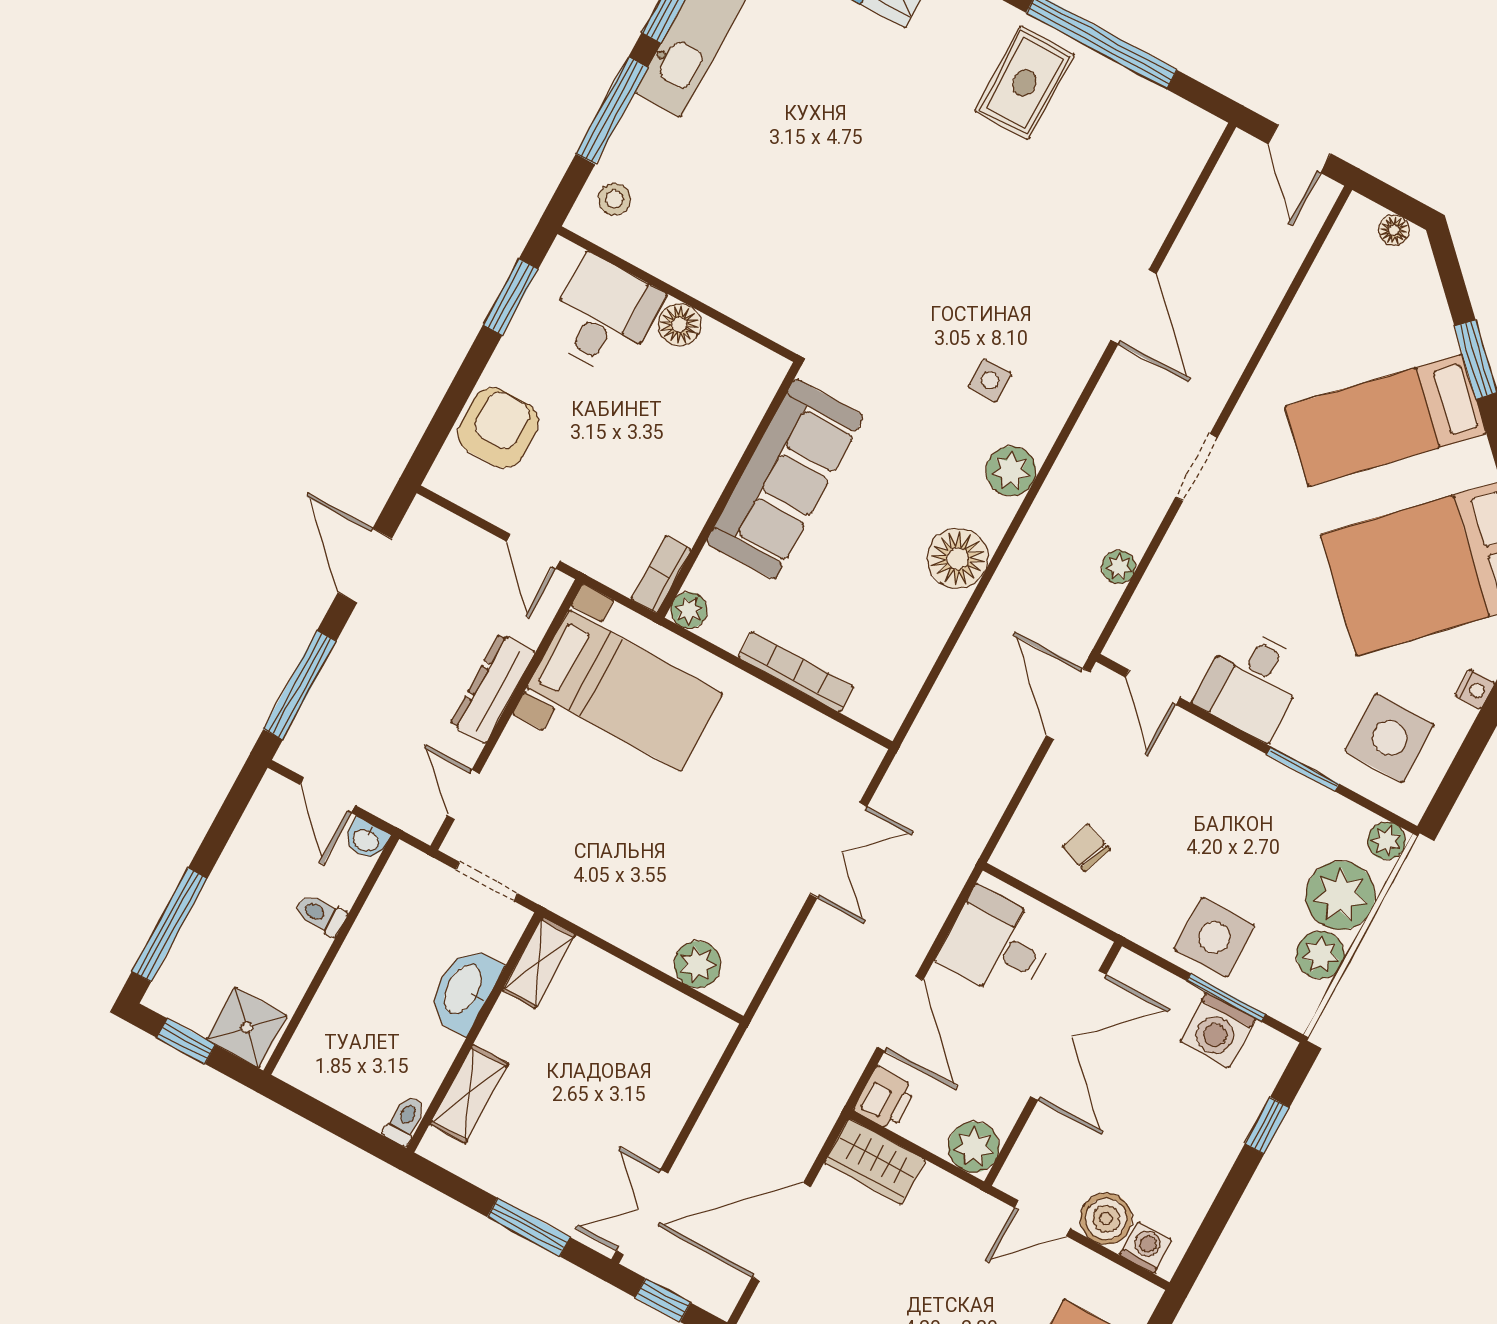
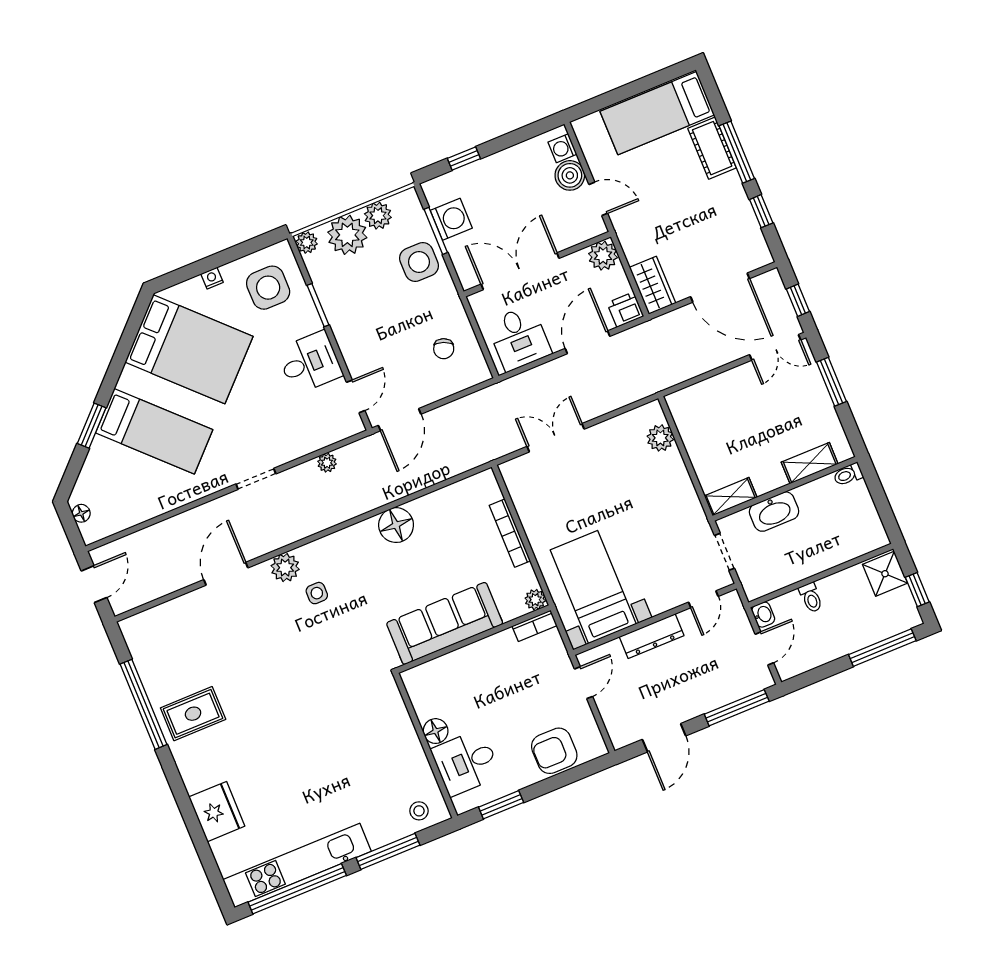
plant: (1011, 471) -> (285, 568), moved

